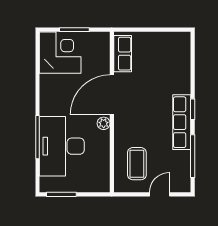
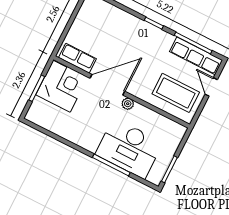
corner desk: (60, 53) -> (62, 86), moved, turned 90
door: (112, 95) -> (107, 85), swing flipped
row of seats: (182, 122) -> (196, 56), moved
coffee table: (137, 164) -> (176, 93), width x1.36, depth x1.32

